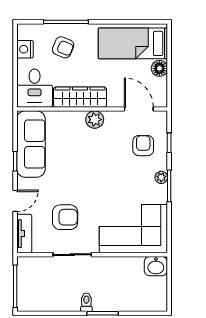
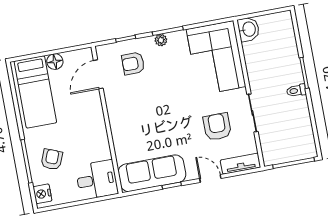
nightstand: (25, 49) -> (42, 194), moved, turned 90
wardrobe: (80, 97) -> (97, 134), removed
plant: (95, 120) -> (117, 115), removed

